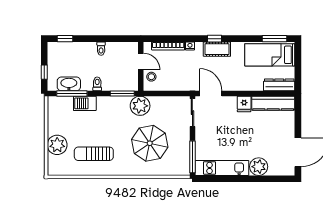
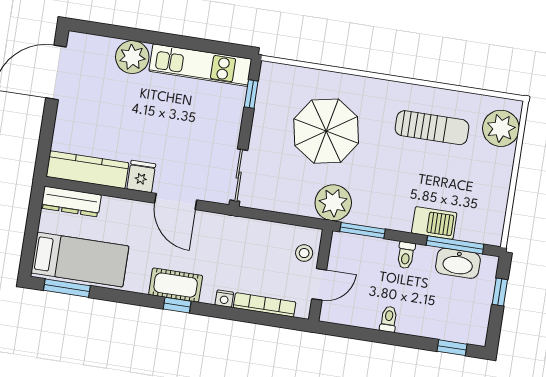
door: (141, 61) -> (319, 284), swing flipped
door: (211, 93) -> (176, 202), moved
plant: (57, 145) -> (501, 128), moved
window: (192, 157) -> (251, 94), width x0.46

